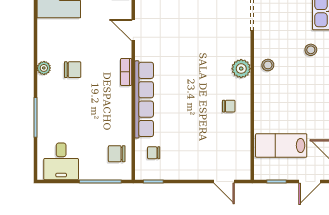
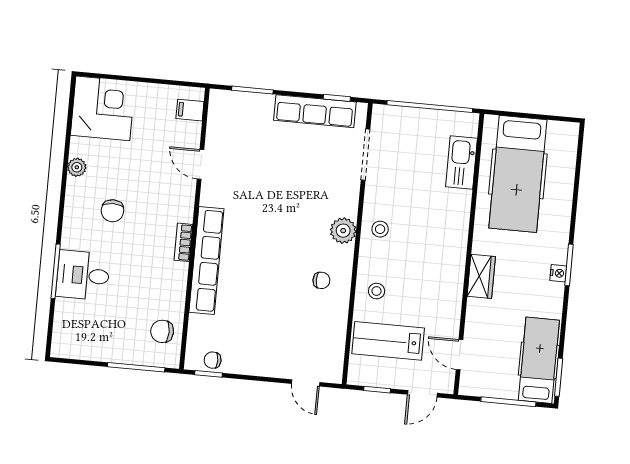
stool: (311, 50) -> (377, 291), moved
plant: (44, 68) -> (77, 167), moved
chair: (73, 70) -> (112, 211), turned 90
bookcase: (126, 72) -> (183, 242), moved
chair: (154, 153) -> (213, 360), moved
desk: (61, 161) -> (83, 275), moved, turned 90

